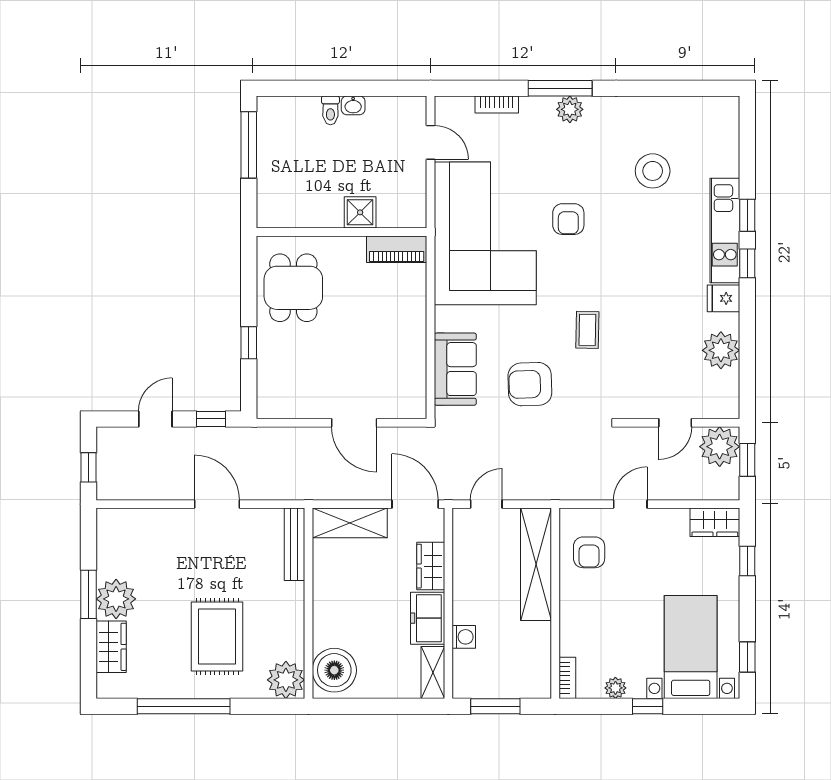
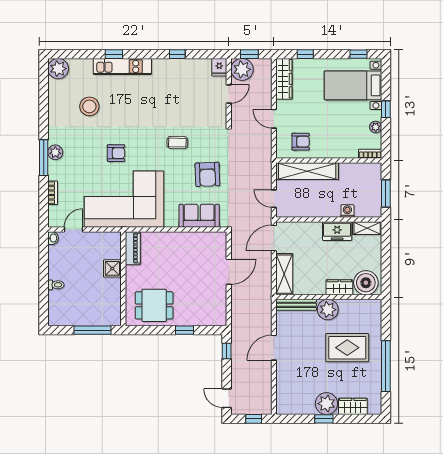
washbasin: (353, 105) -> (53, 238), moved
window: (249, 145) -> (93, 330), moved
window: (747, 263) -> (177, 54), moved
fridge: (724, 298) -> (219, 67), moved
plant: (721, 350) -> (58, 69), moved
door: (155, 419) -> (227, 398), moved
door: (675, 423) -> (229, 94), hinge flipped
wardrobe: (715, 522) -> (284, 79), width x1.50
wardrobe: (431, 566) -> (339, 287), moved, turned 180
window: (88, 594) -> (324, 419), width x0.67
plant: (286, 680) -> (328, 310), moved

